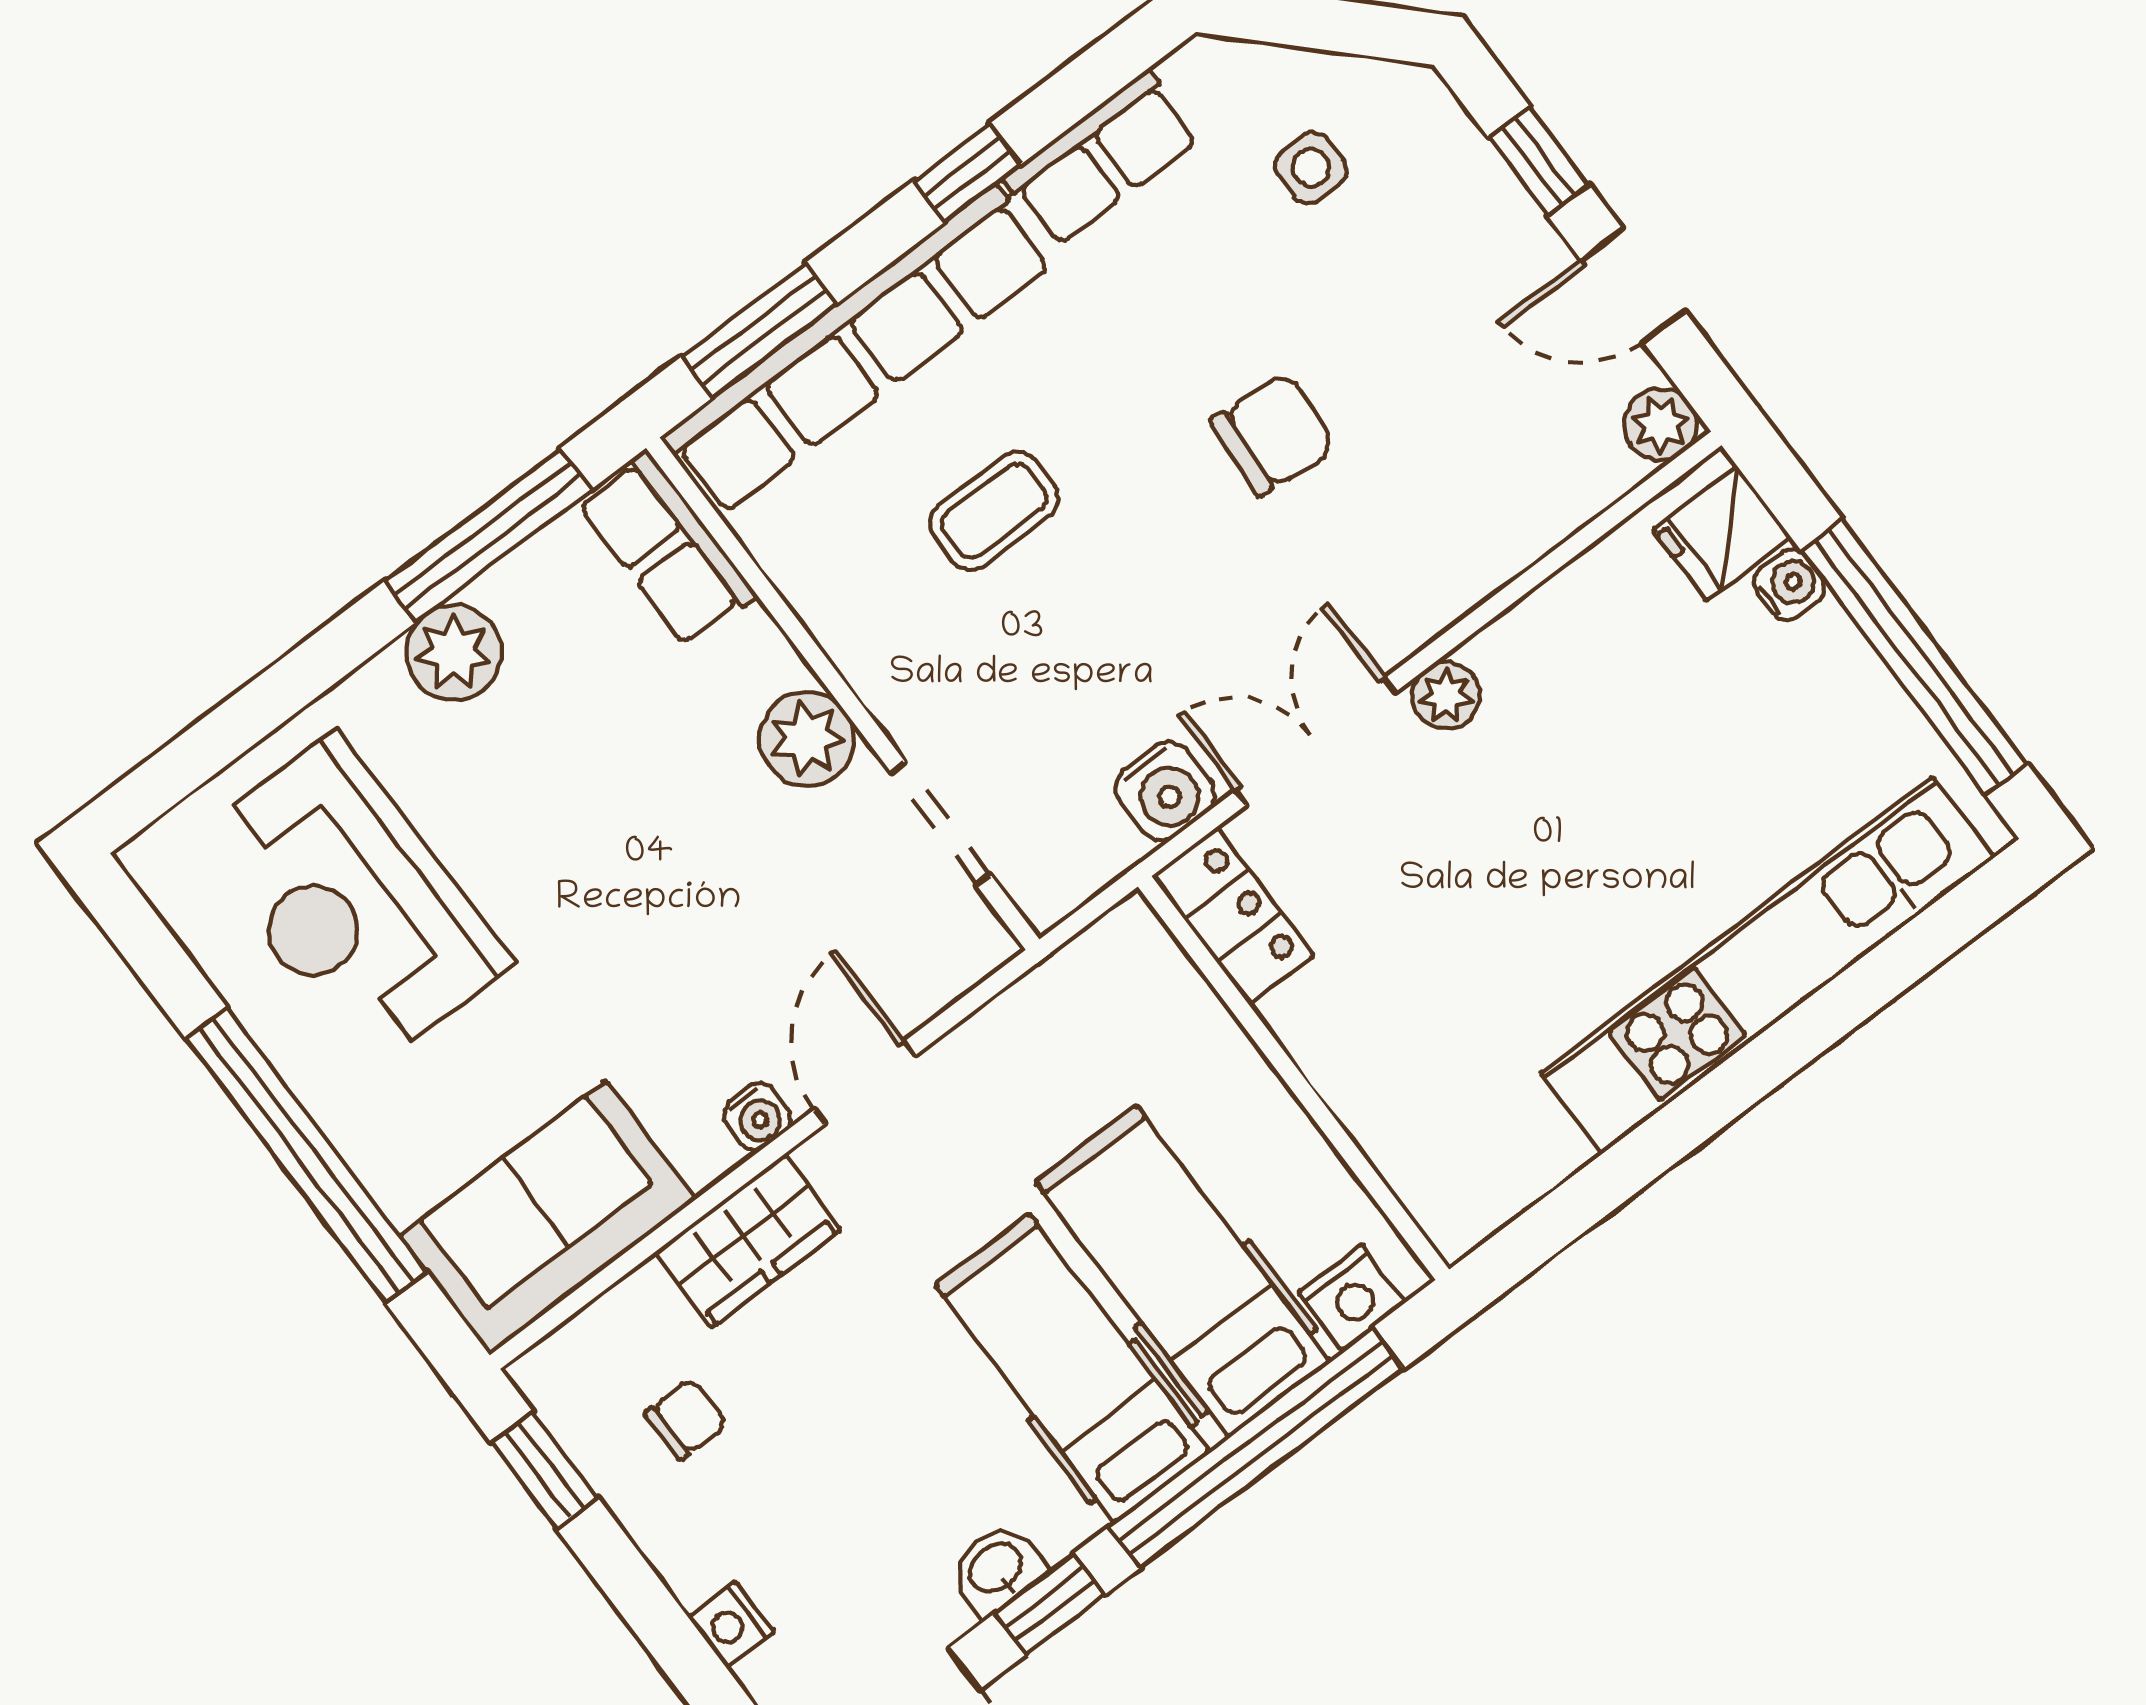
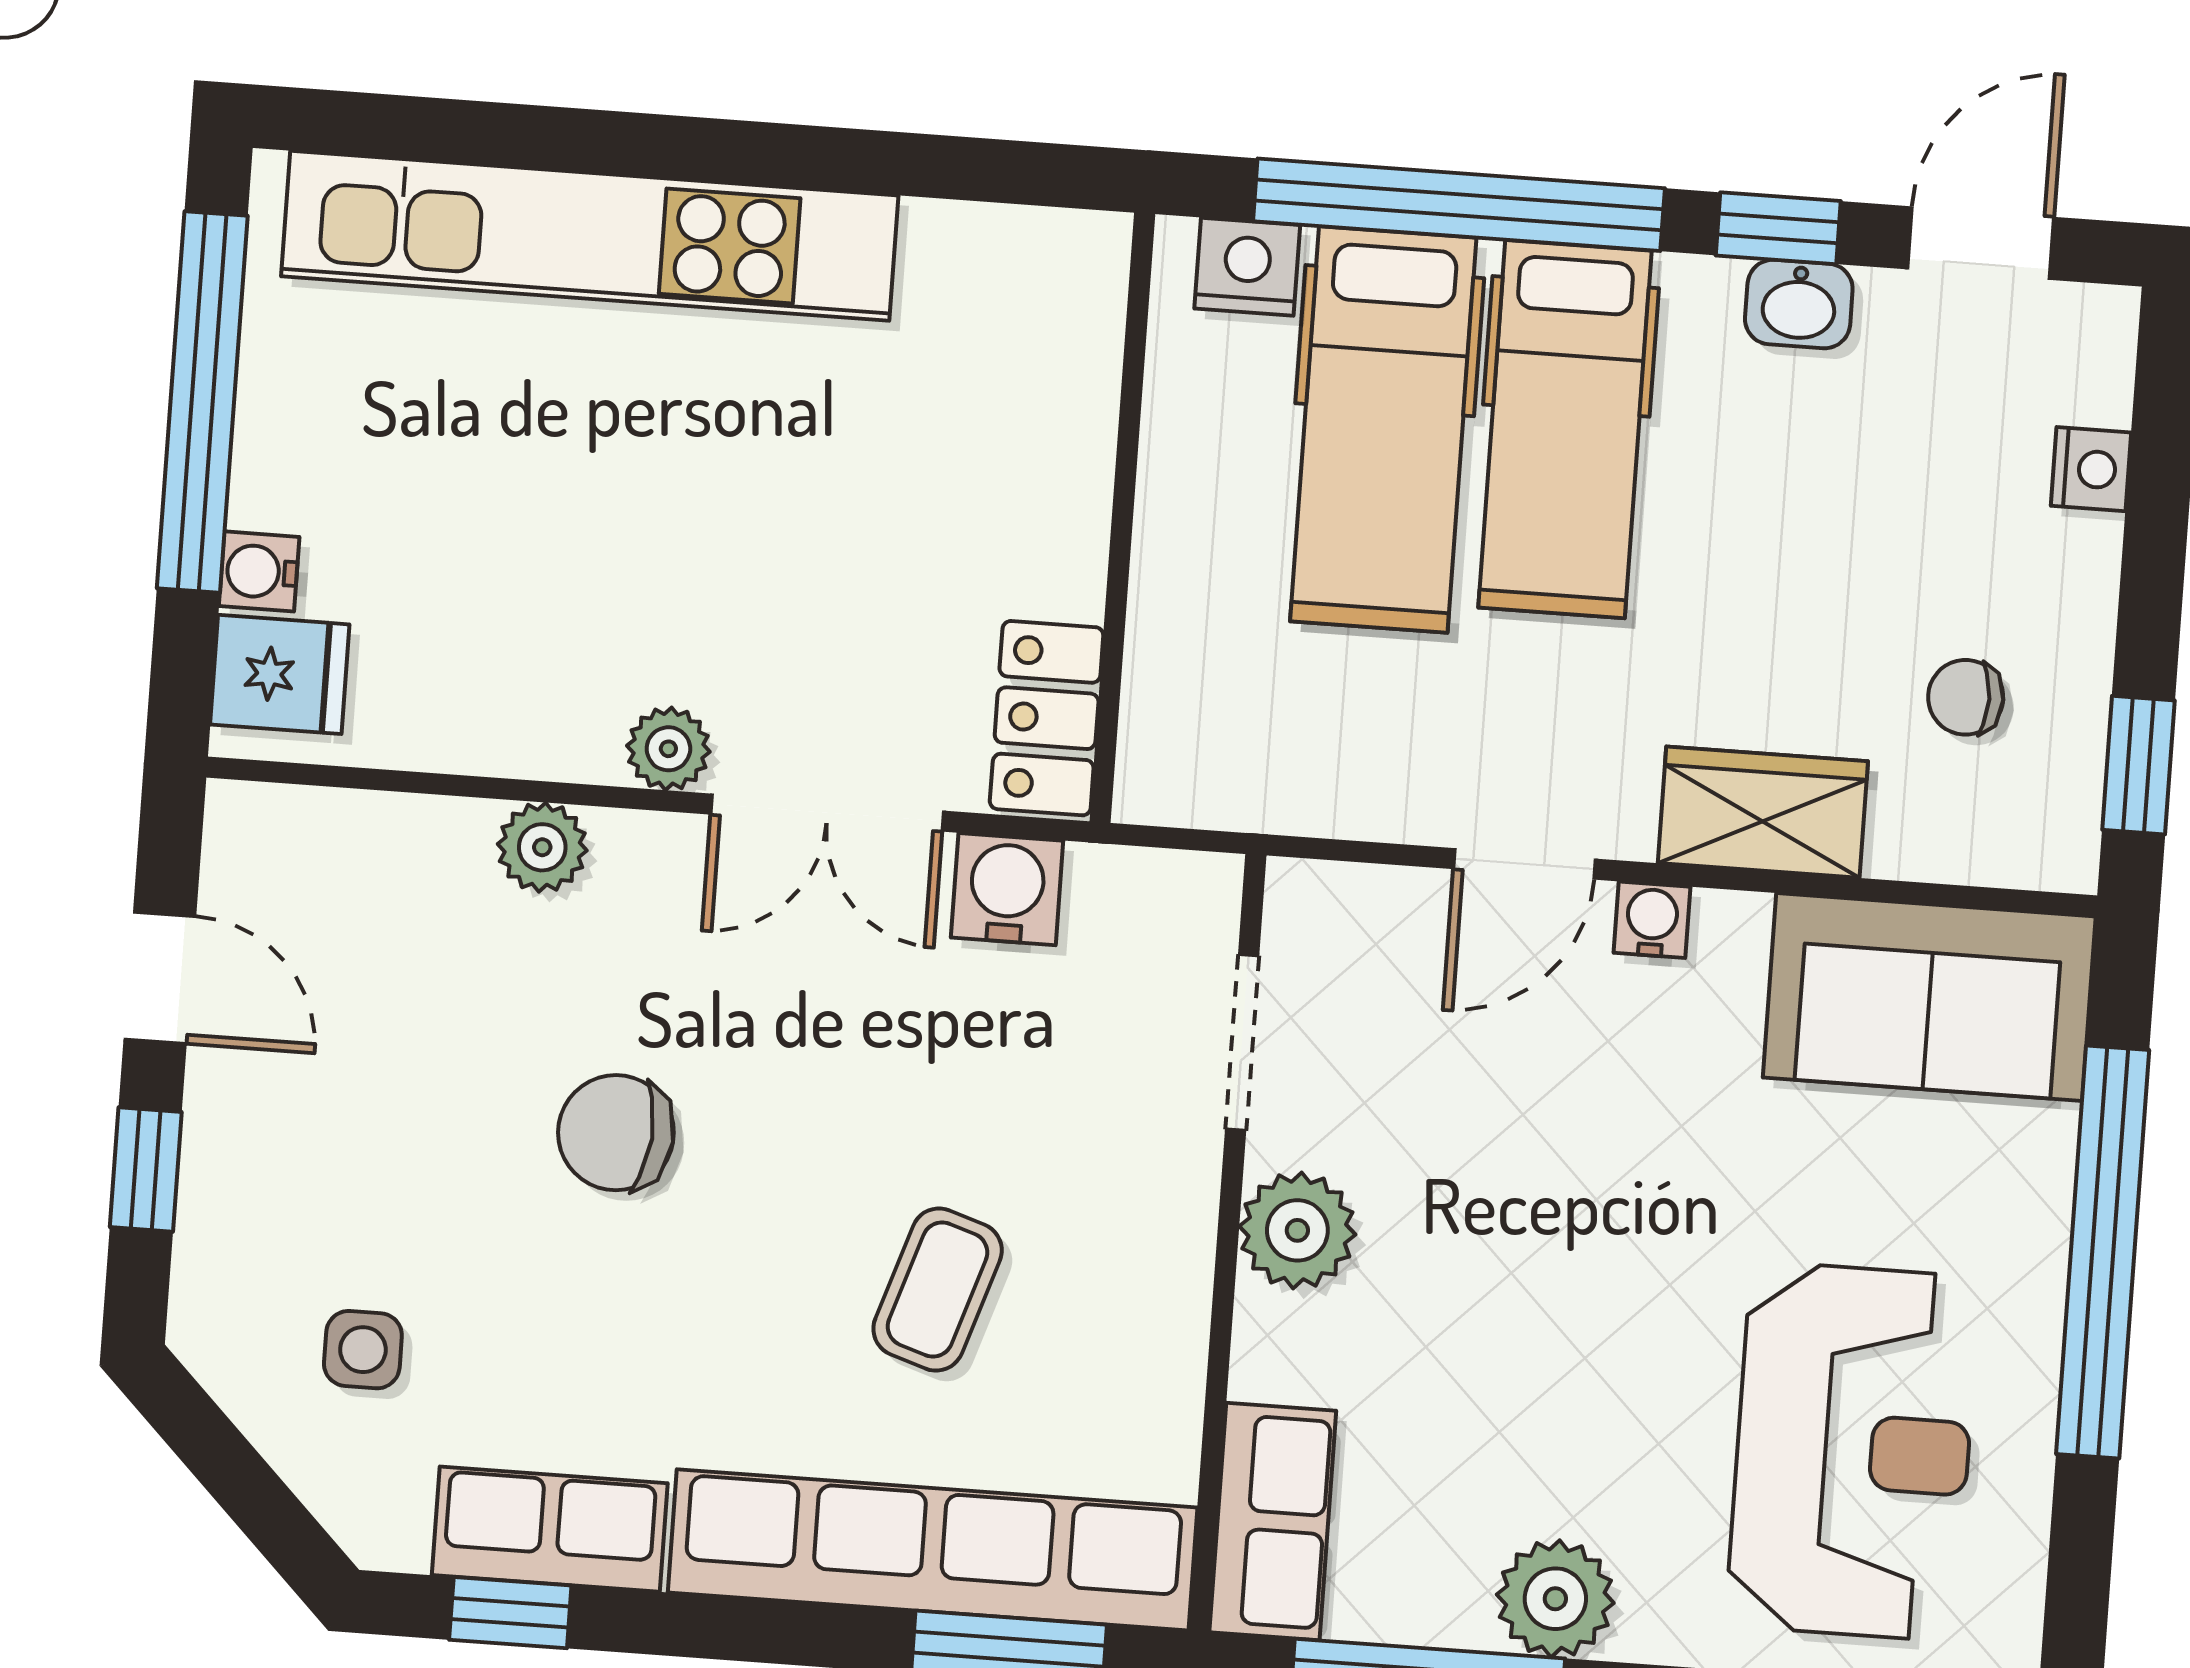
window: (967, 173) -> (510, 1613), moved
plant: (1661, 424) -> (542, 847), moved
coffee table: (994, 511) -> (938, 1290), turned -72

